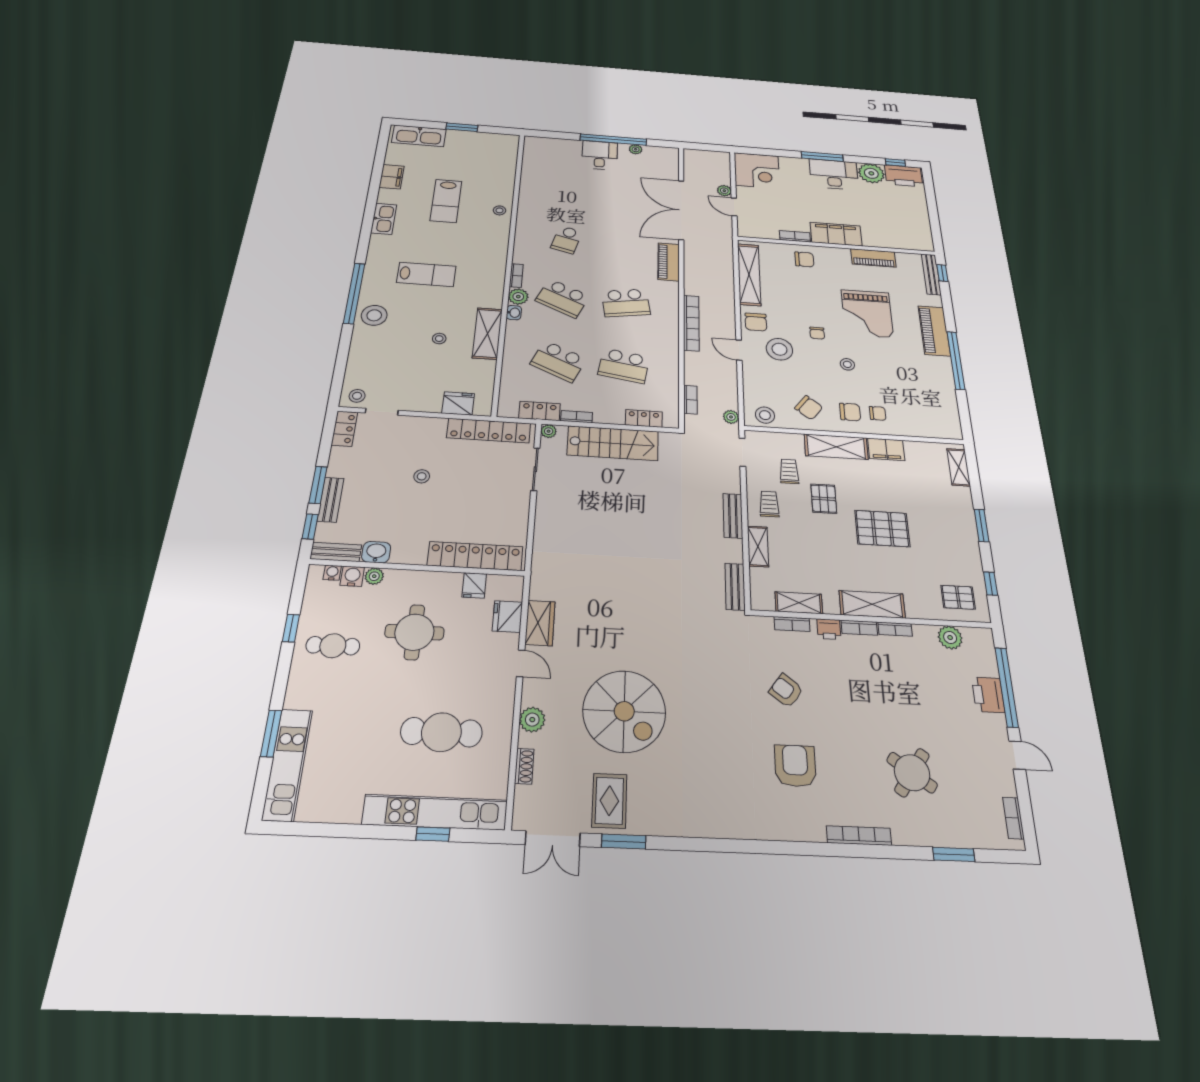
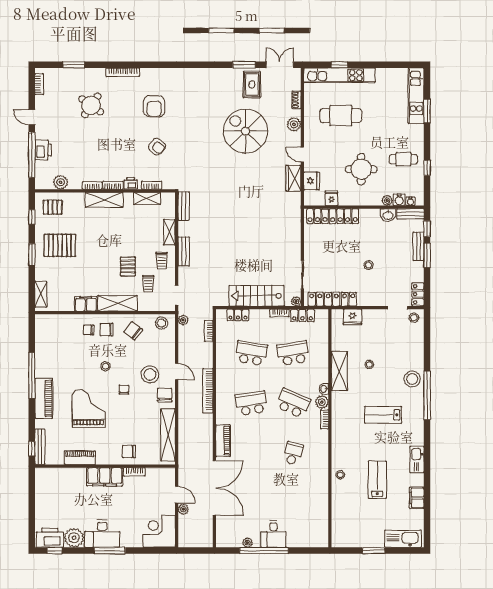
school desk: (558, 361) -> (293, 353), turned -33
pallet: (882, 528) -> (60, 245), moved

